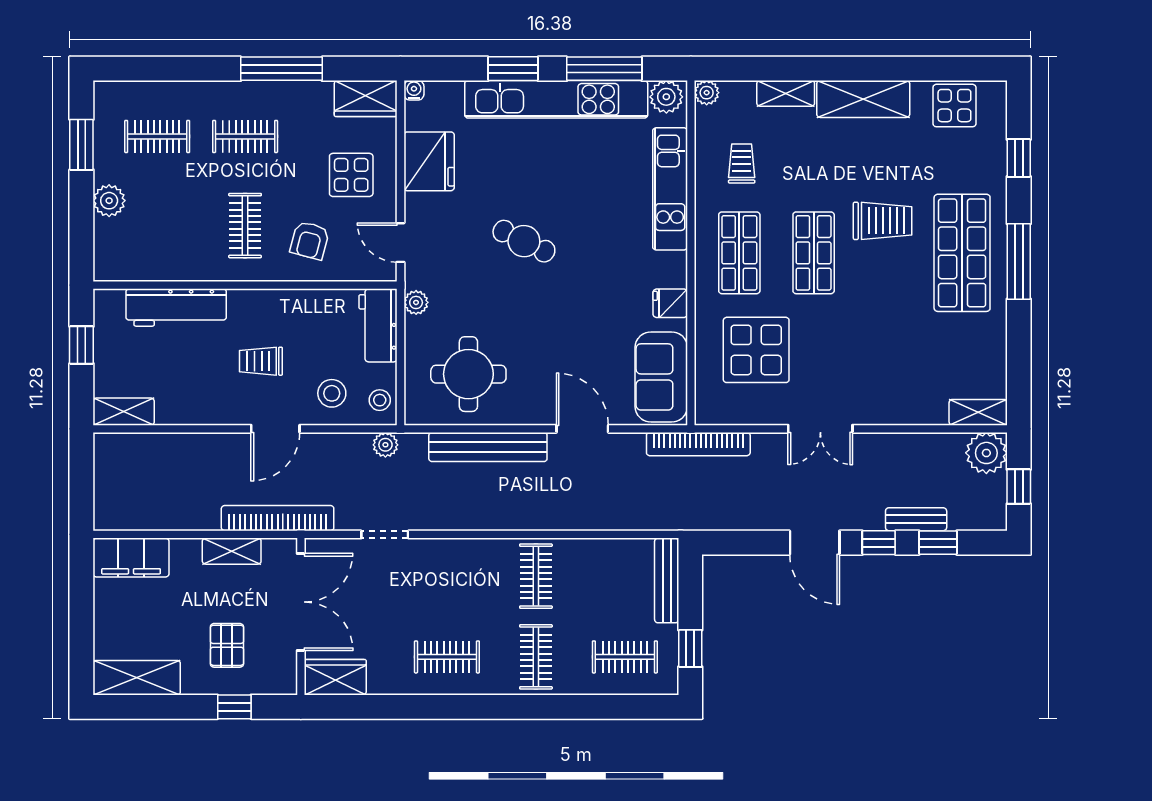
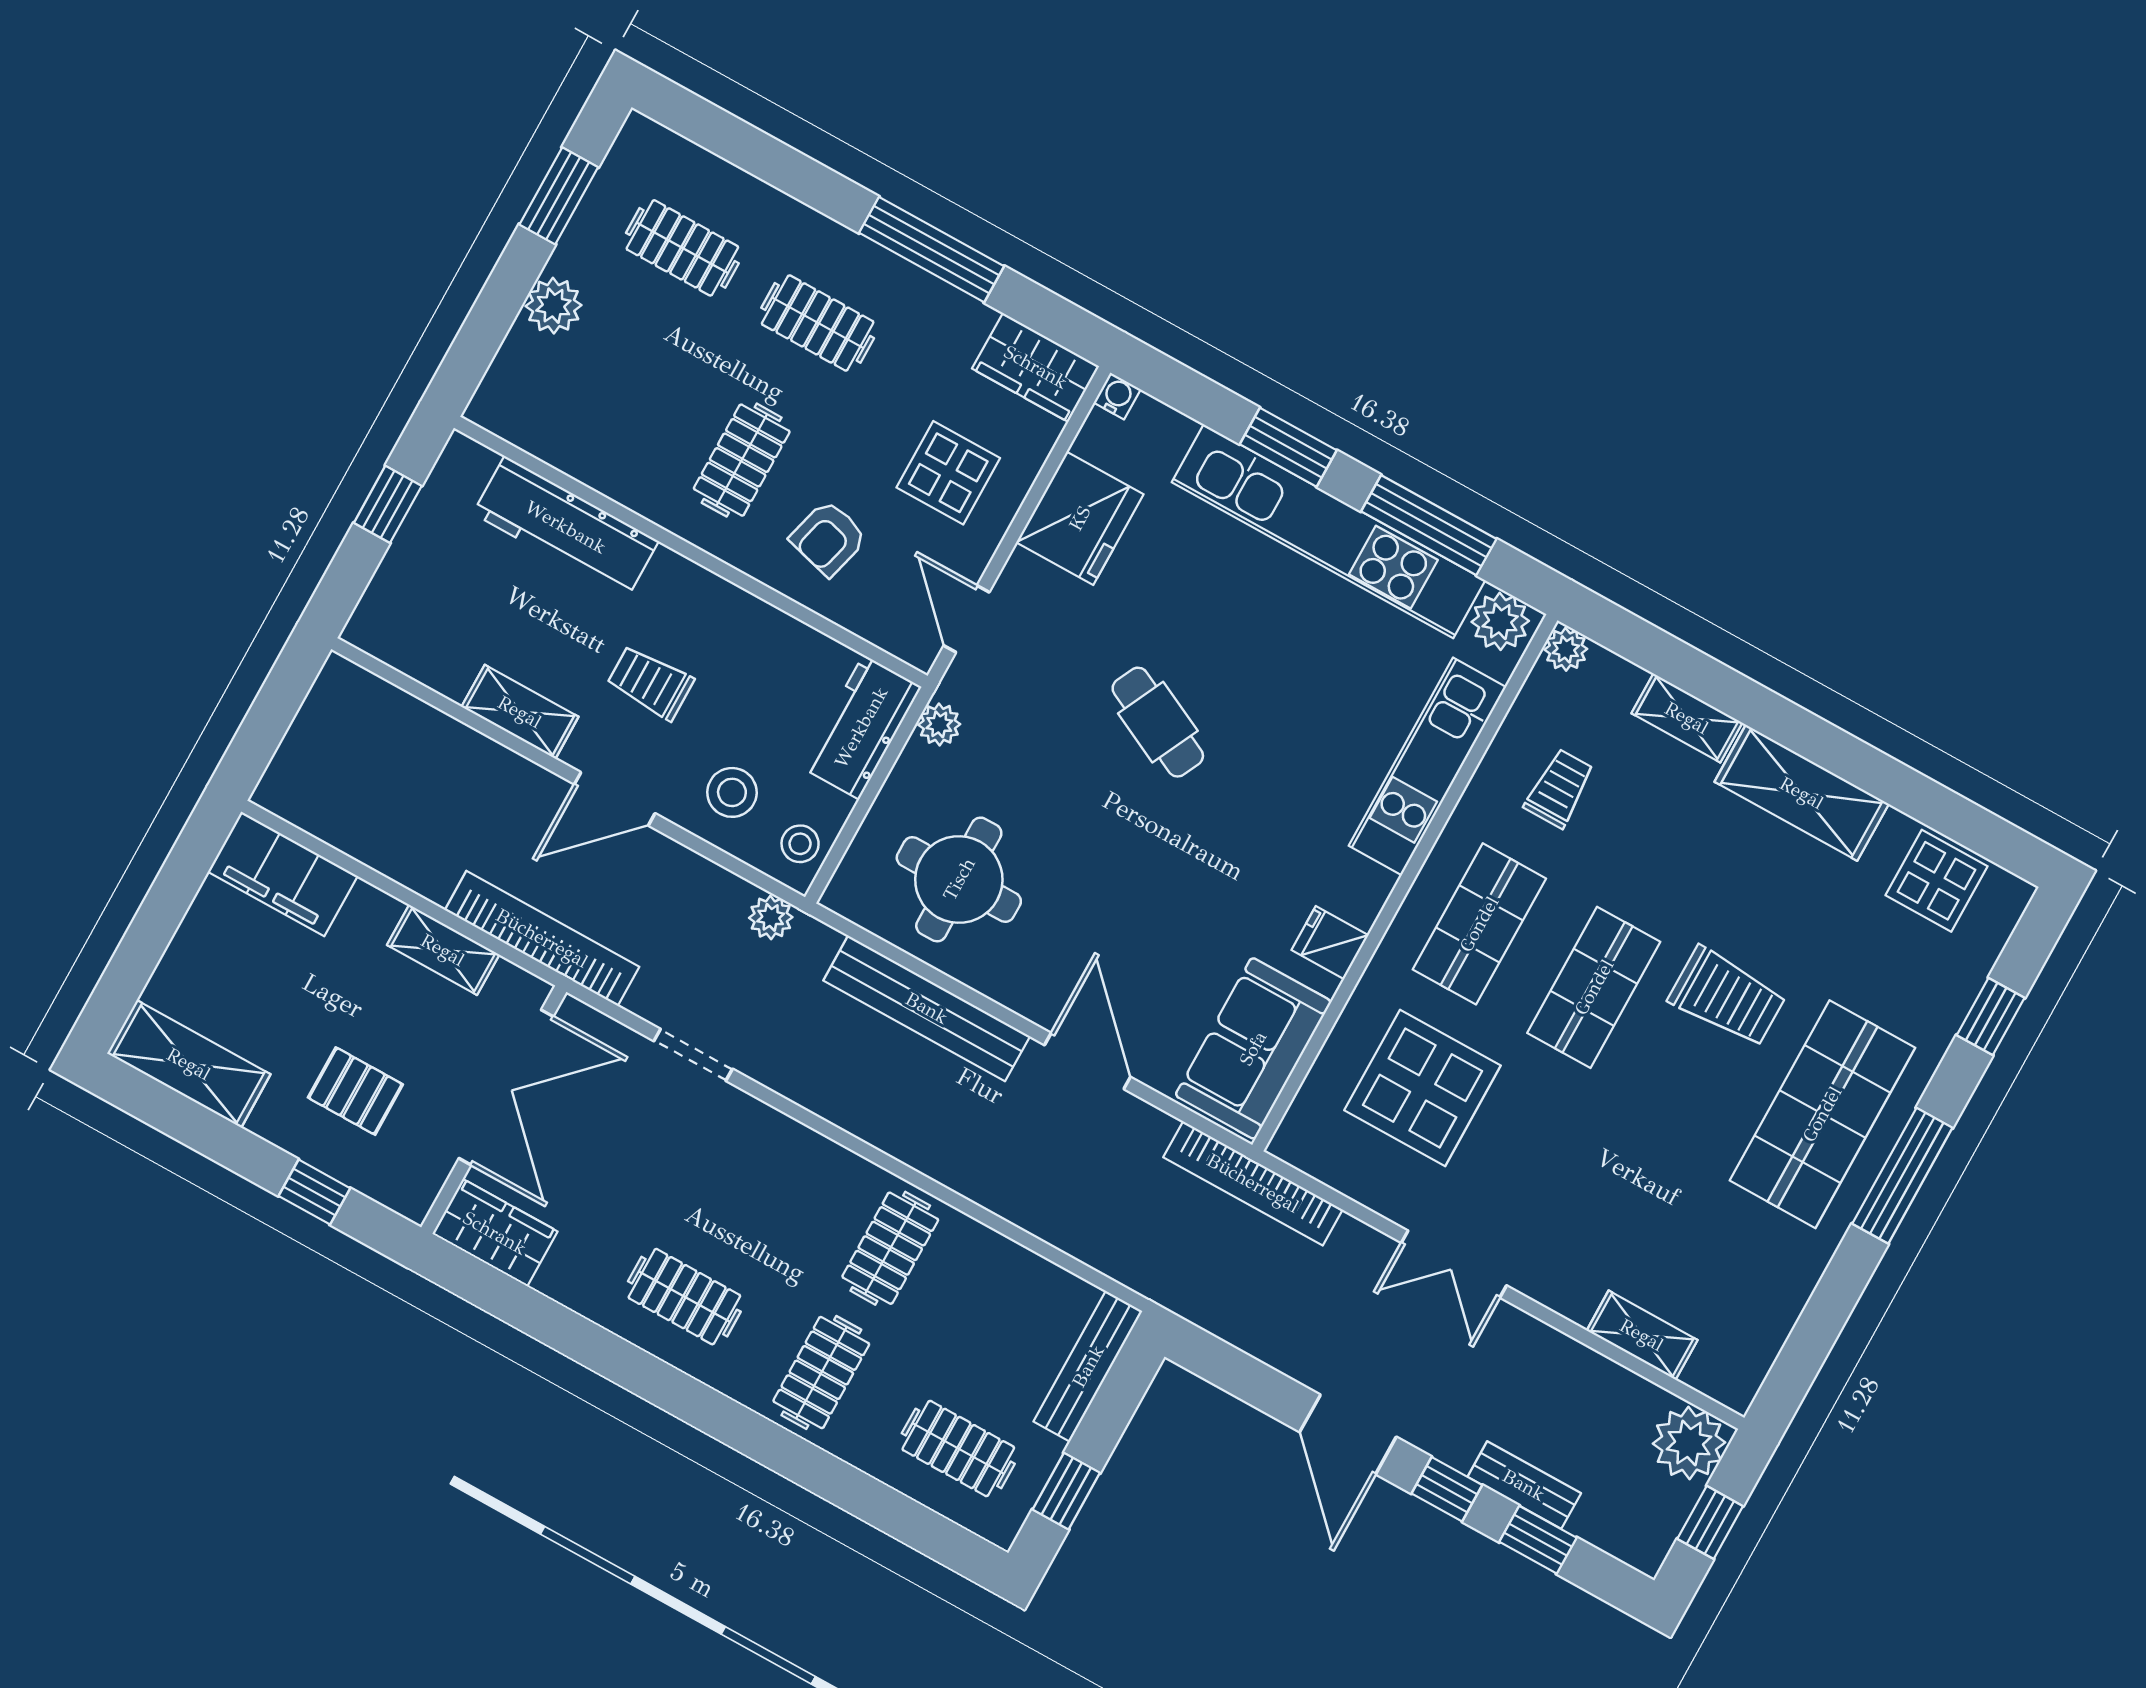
shelving: (124, 412) -> (520, 712), moved
shelving: (978, 412) -> (1642, 1335), moved
pallet: (227, 645) -> (355, 1091), turned 90

